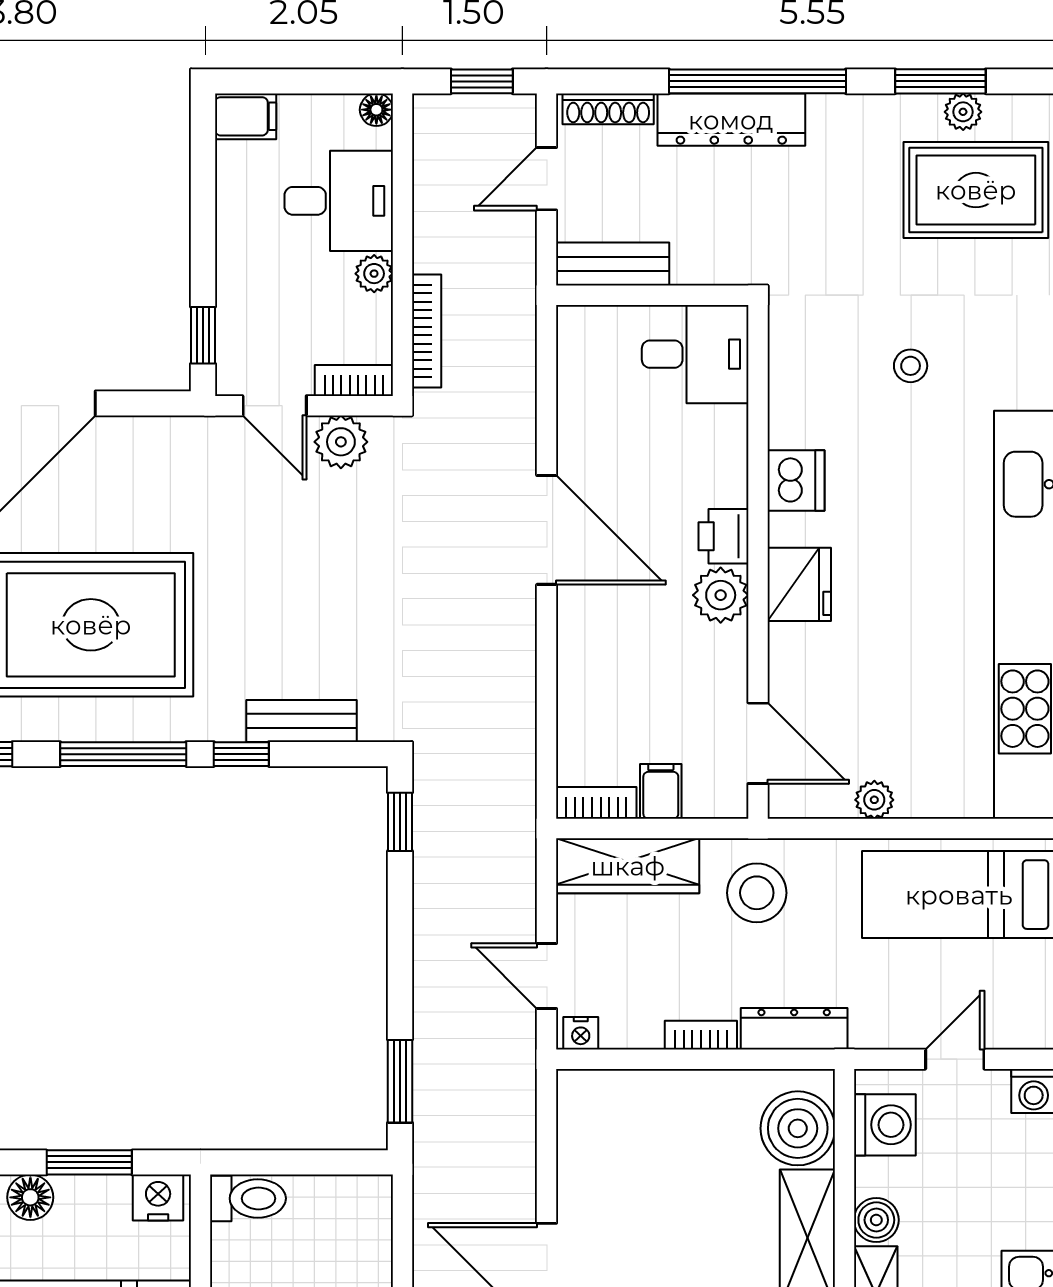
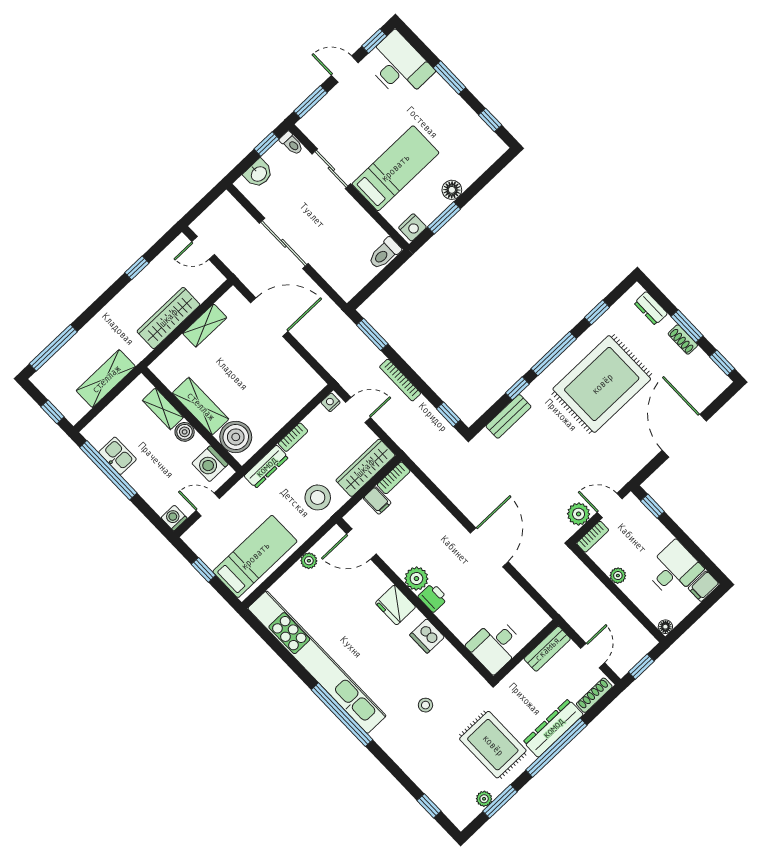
rug: (976, 190) -> (493, 745), moved, turned 90
desk: (339, 201) -> (674, 569), moved, turned 180
bookcase: (427, 331) -> (400, 380), moved
door: (547, 530) -> (489, 547), swing flipped
door: (955, 1059) -> (208, 505), swing flipped

